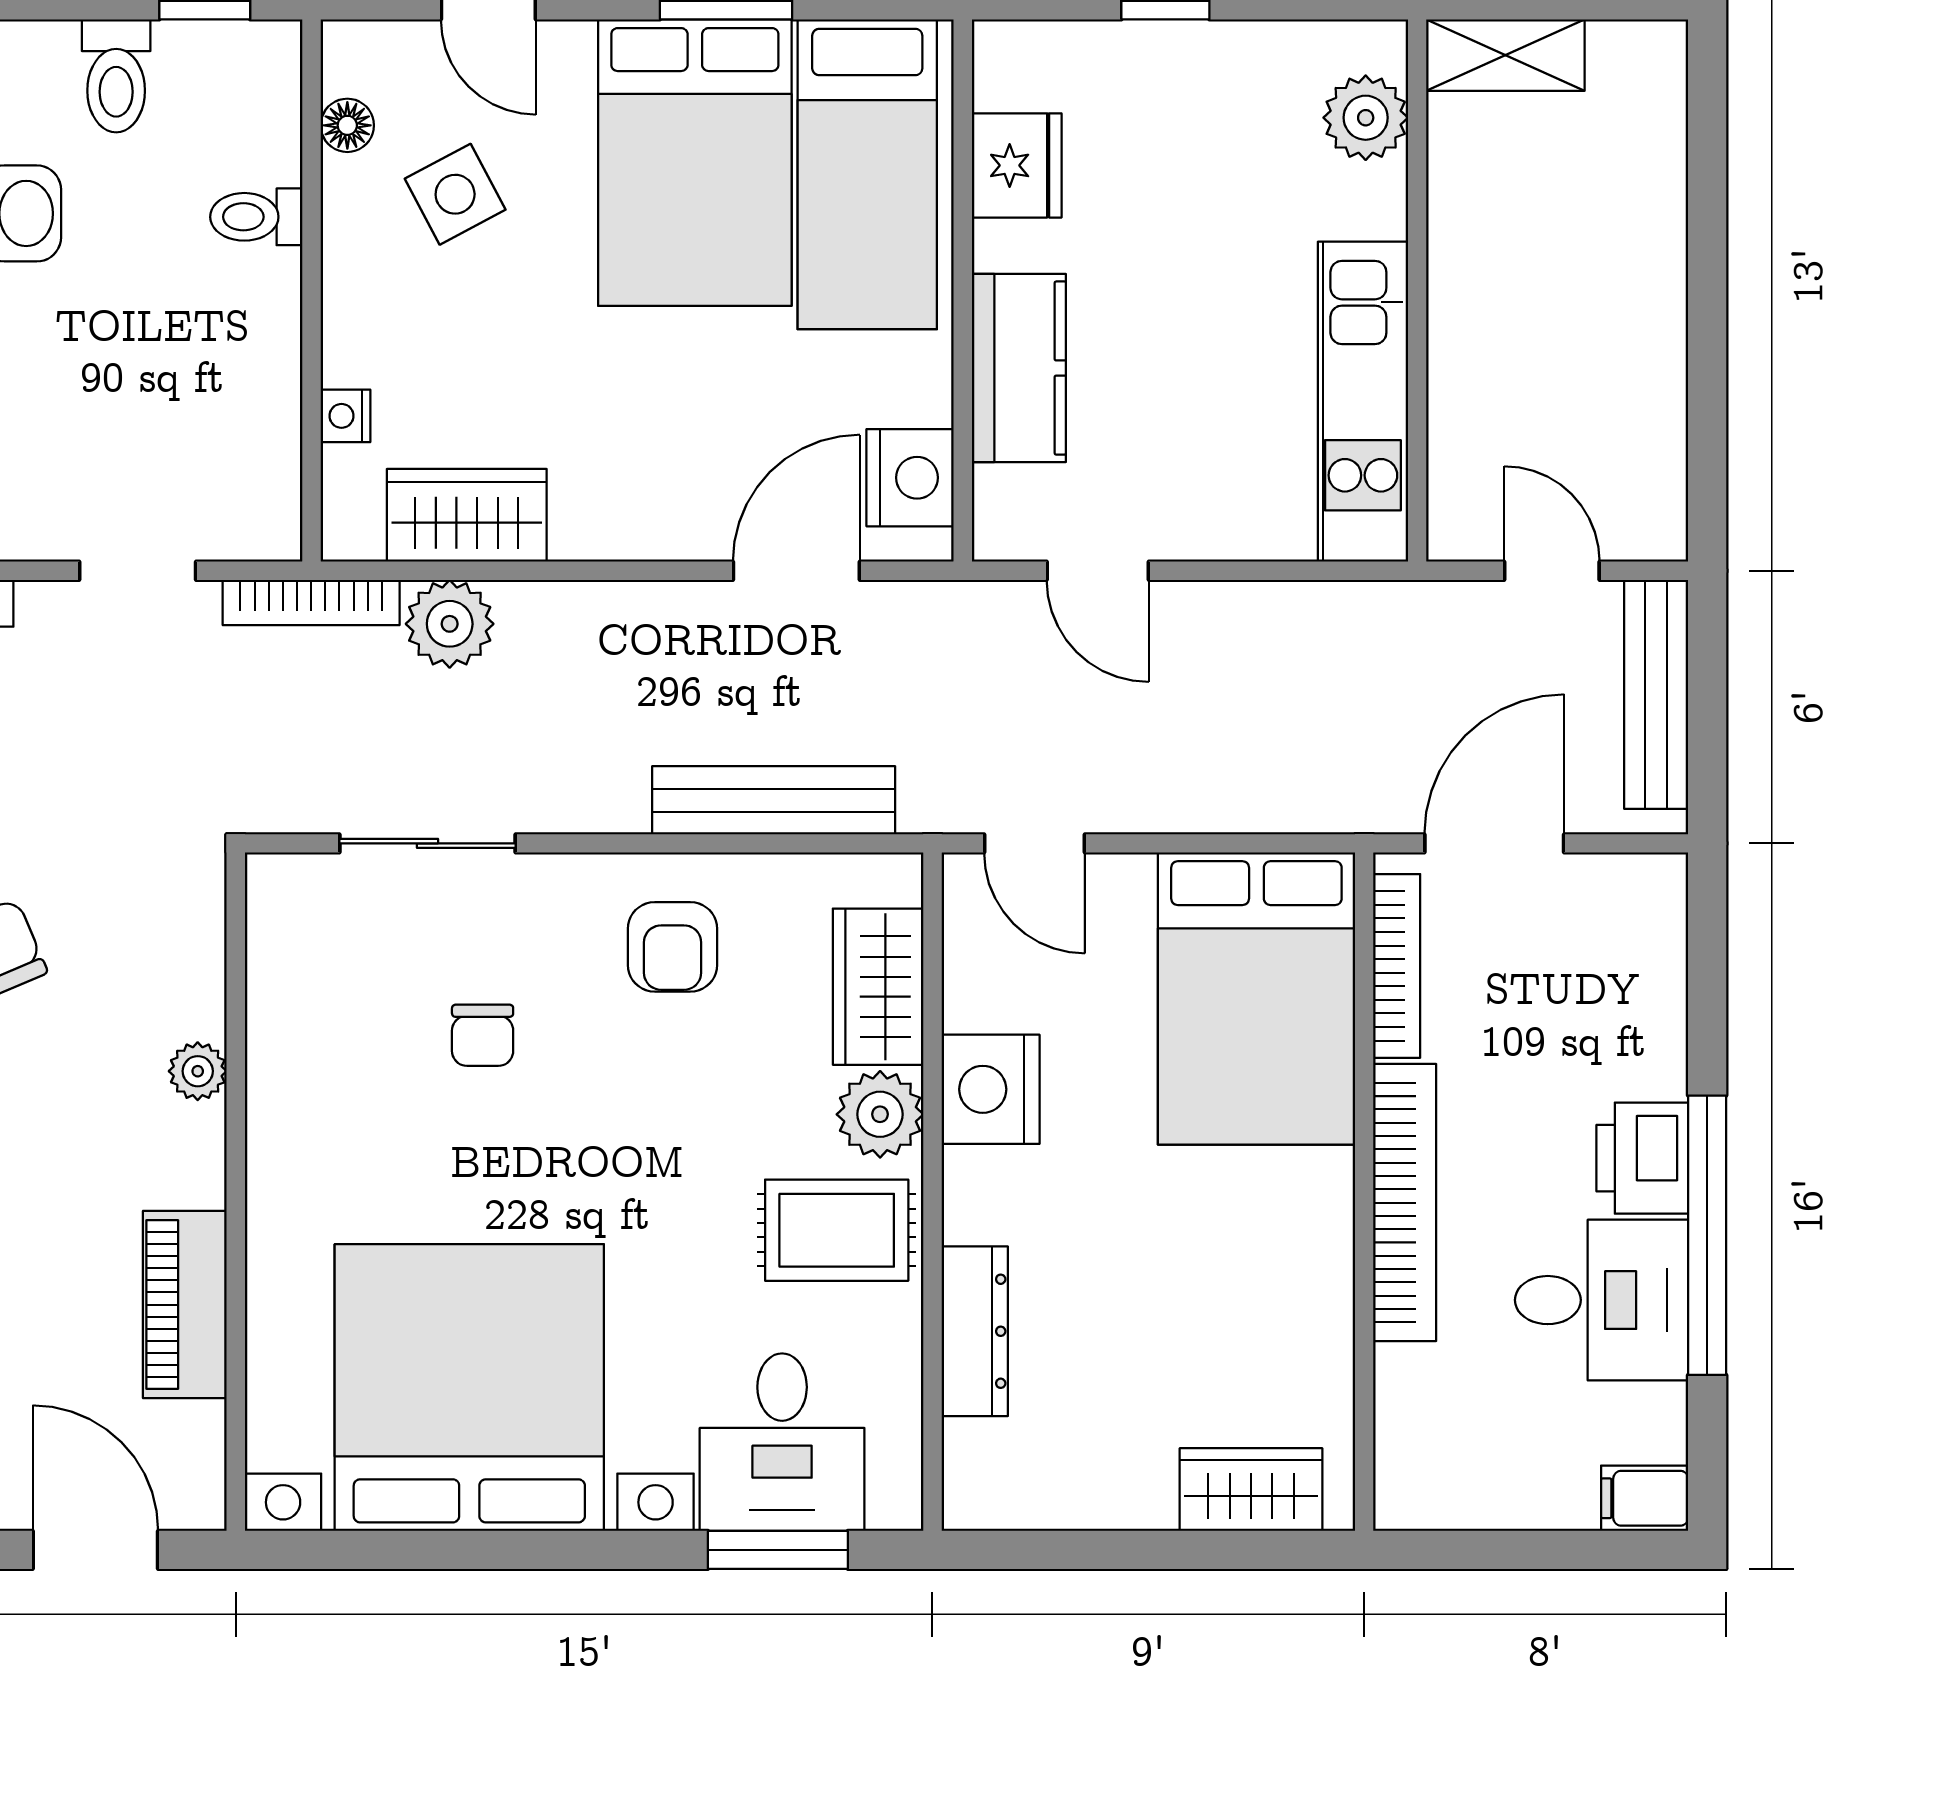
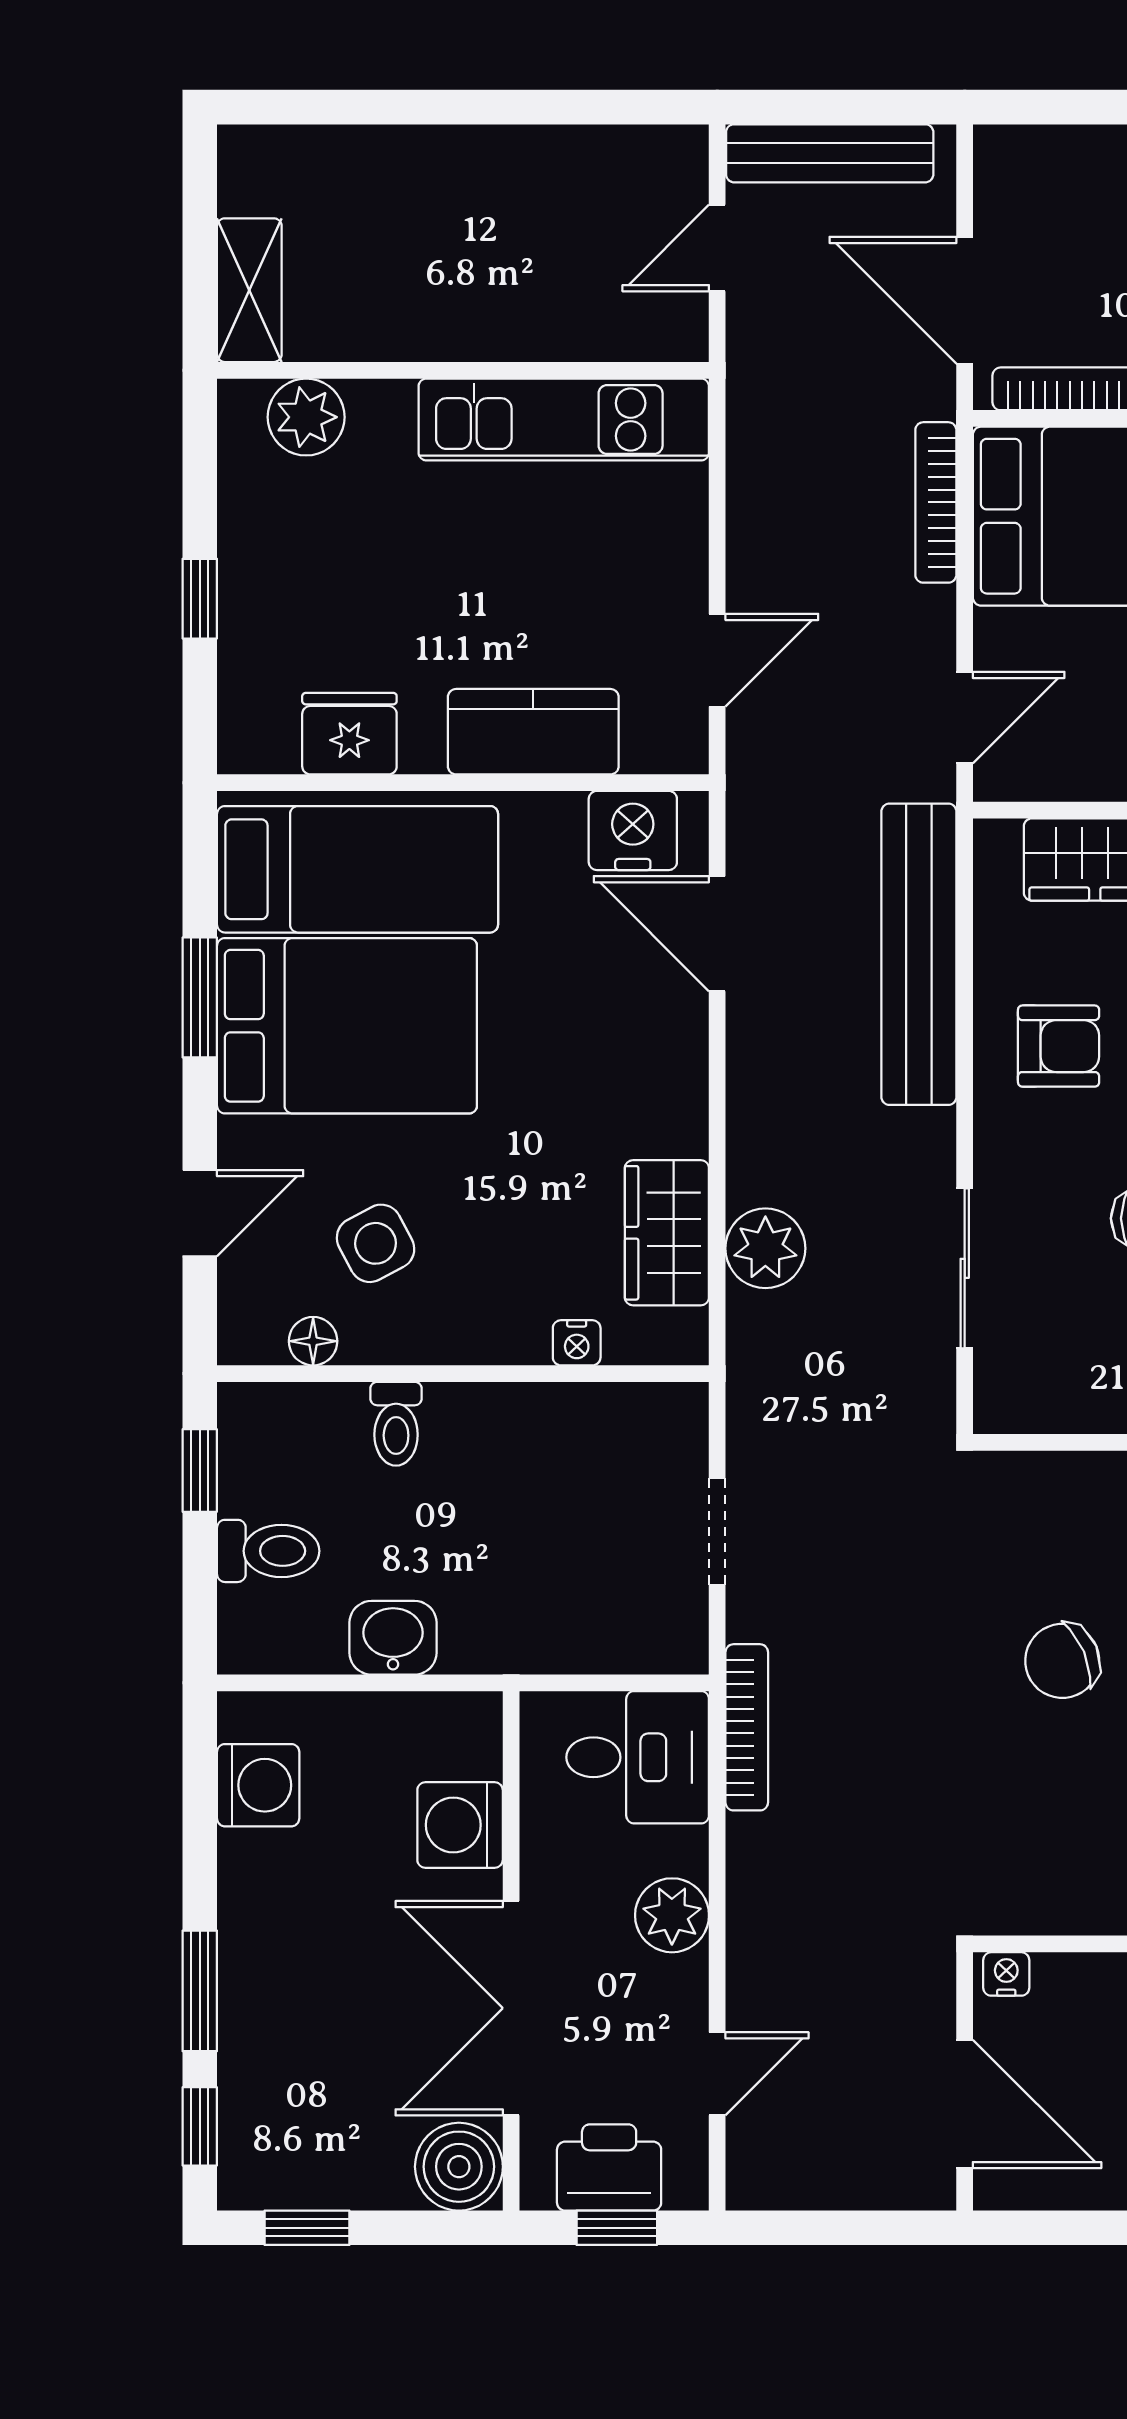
bookcase: (311, 602) -> (936, 502), moved, turned 180
bench: (774, 800) -> (919, 954), width x1.37, depth x1.21

